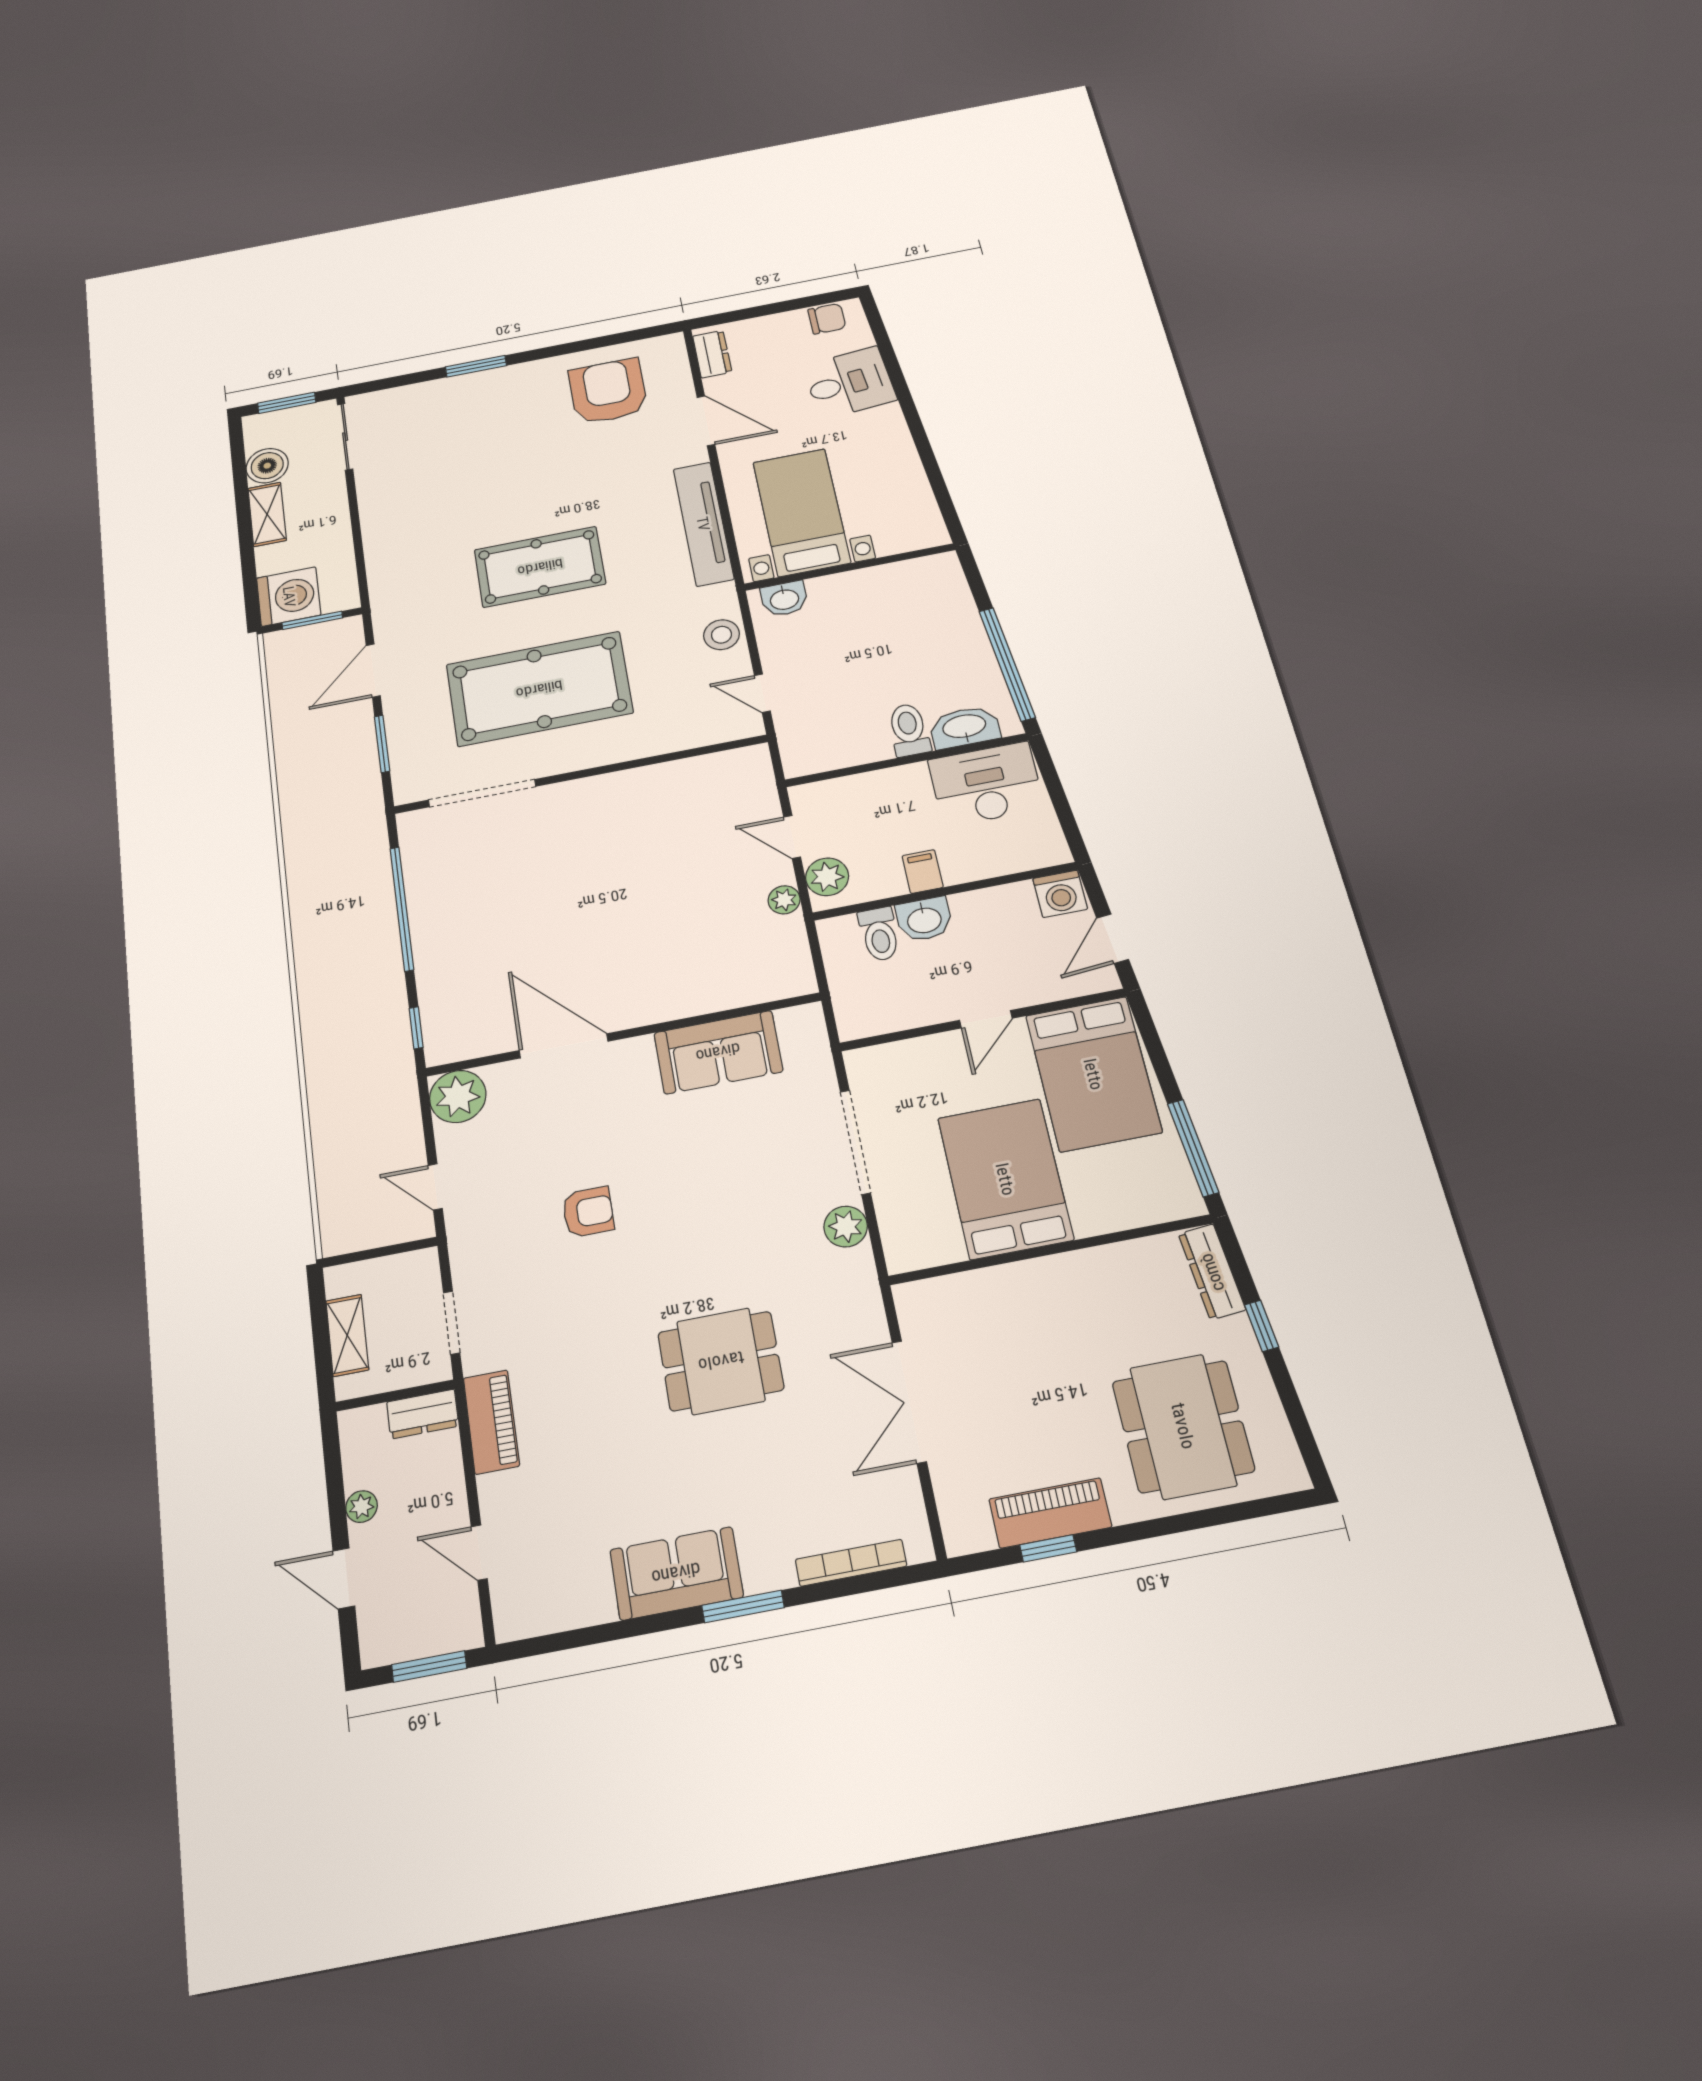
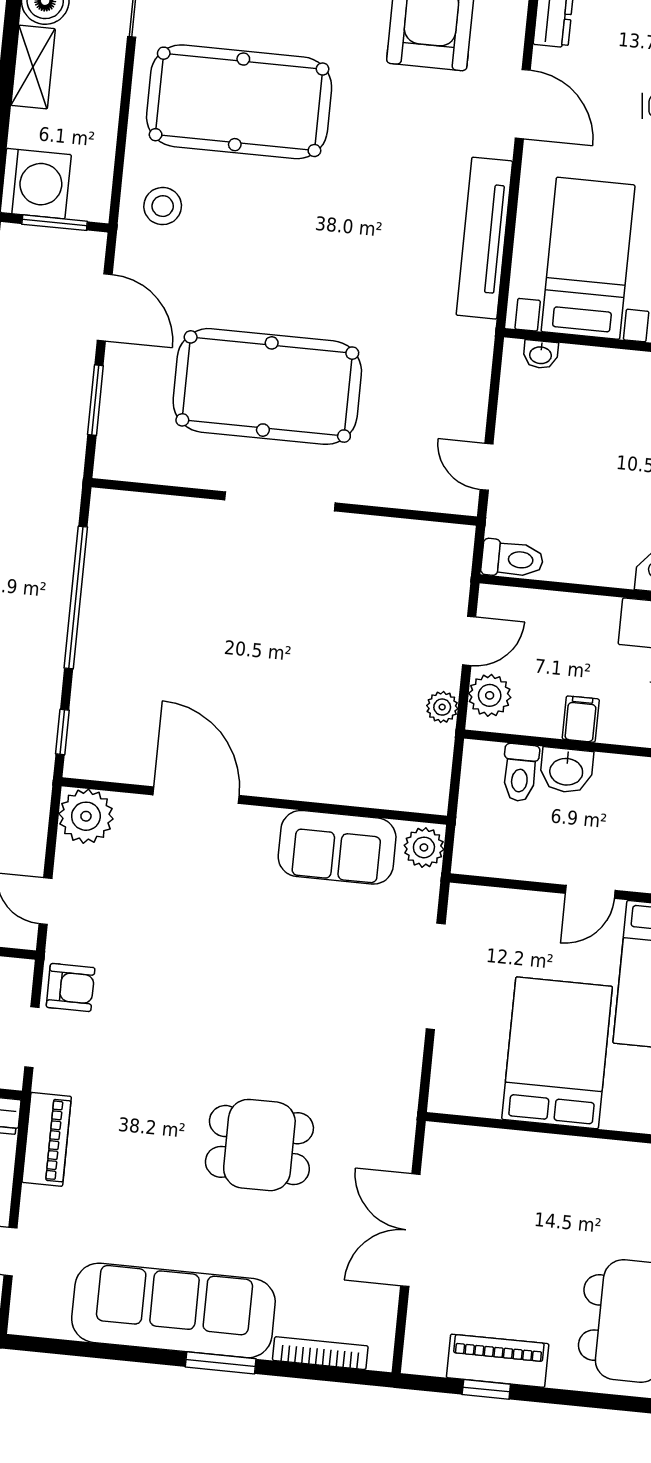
pool table: (540, 567) -> (239, 102), moved, width x1.36, depth x1.32
washbasin: (784, 599) -> (541, 354), width x0.72, depth x0.69
stool: (721, 635) -> (163, 206), moved
door: (373, 671) -> (105, 307), swing flipped
toilet: (909, 730) -> (512, 559), moved, turned 90
doorway: (482, 793) -> (280, 501), moved
door: (792, 837) -> (469, 641), swing flipped
armchair: (588, 1212) -> (71, 987), moved
plant: (846, 1227) -> (424, 847), moved
sofa: (676, 1573) -> (173, 1310), width x1.85, depth x1.27

